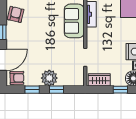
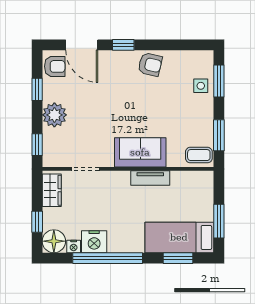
armchair: (17, 78) -> (55, 66), turned -89
window: (57, 90) -> (37, 145), moved

